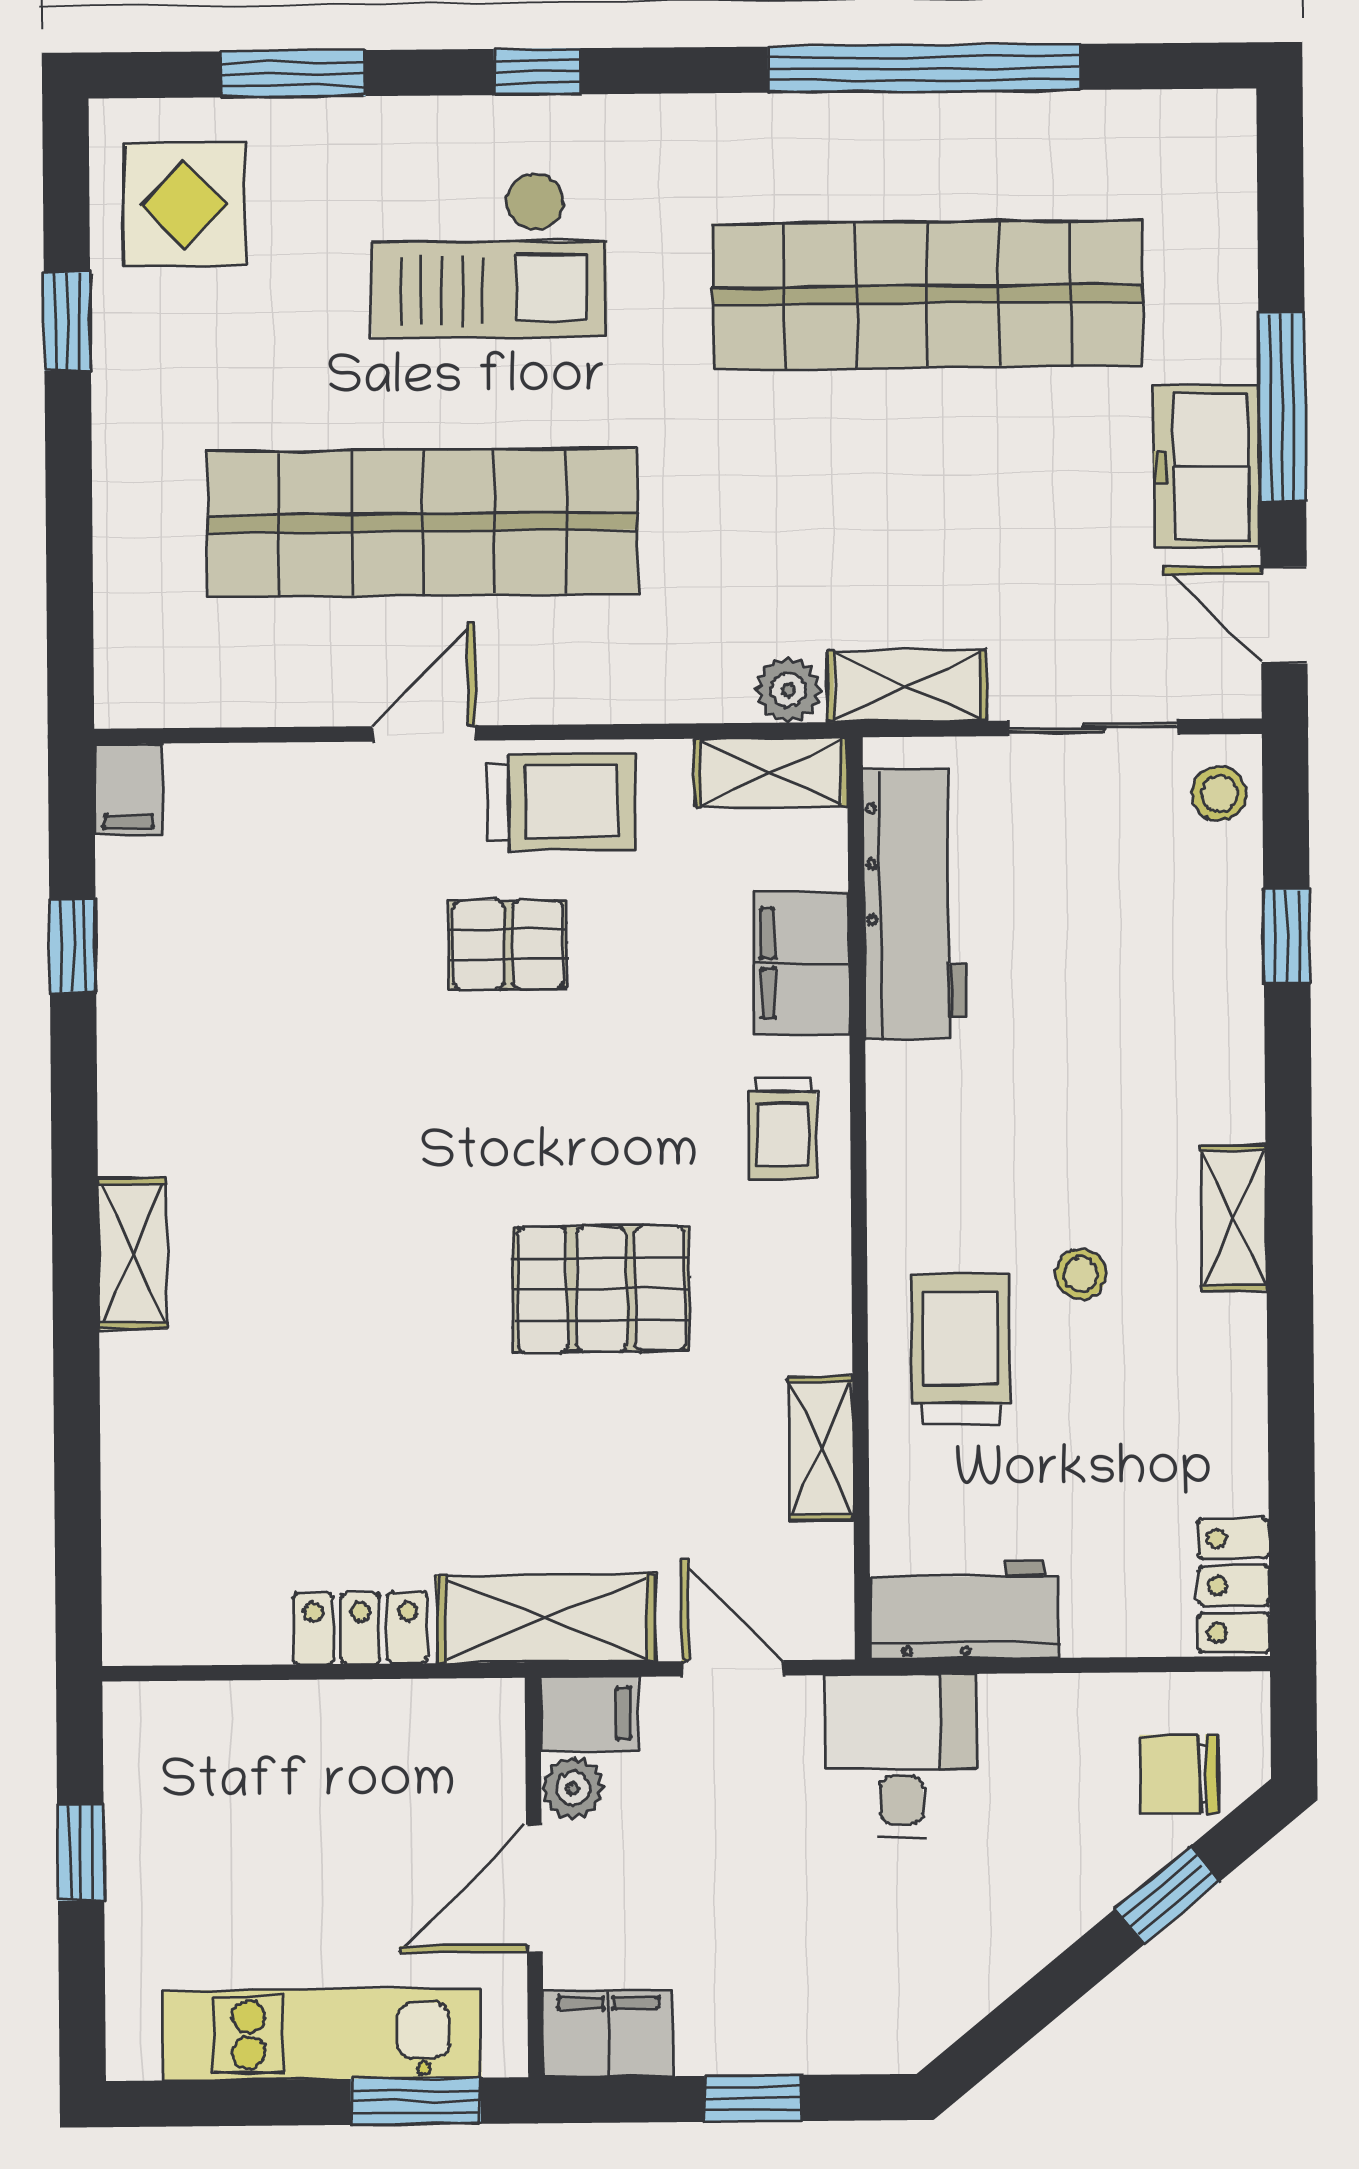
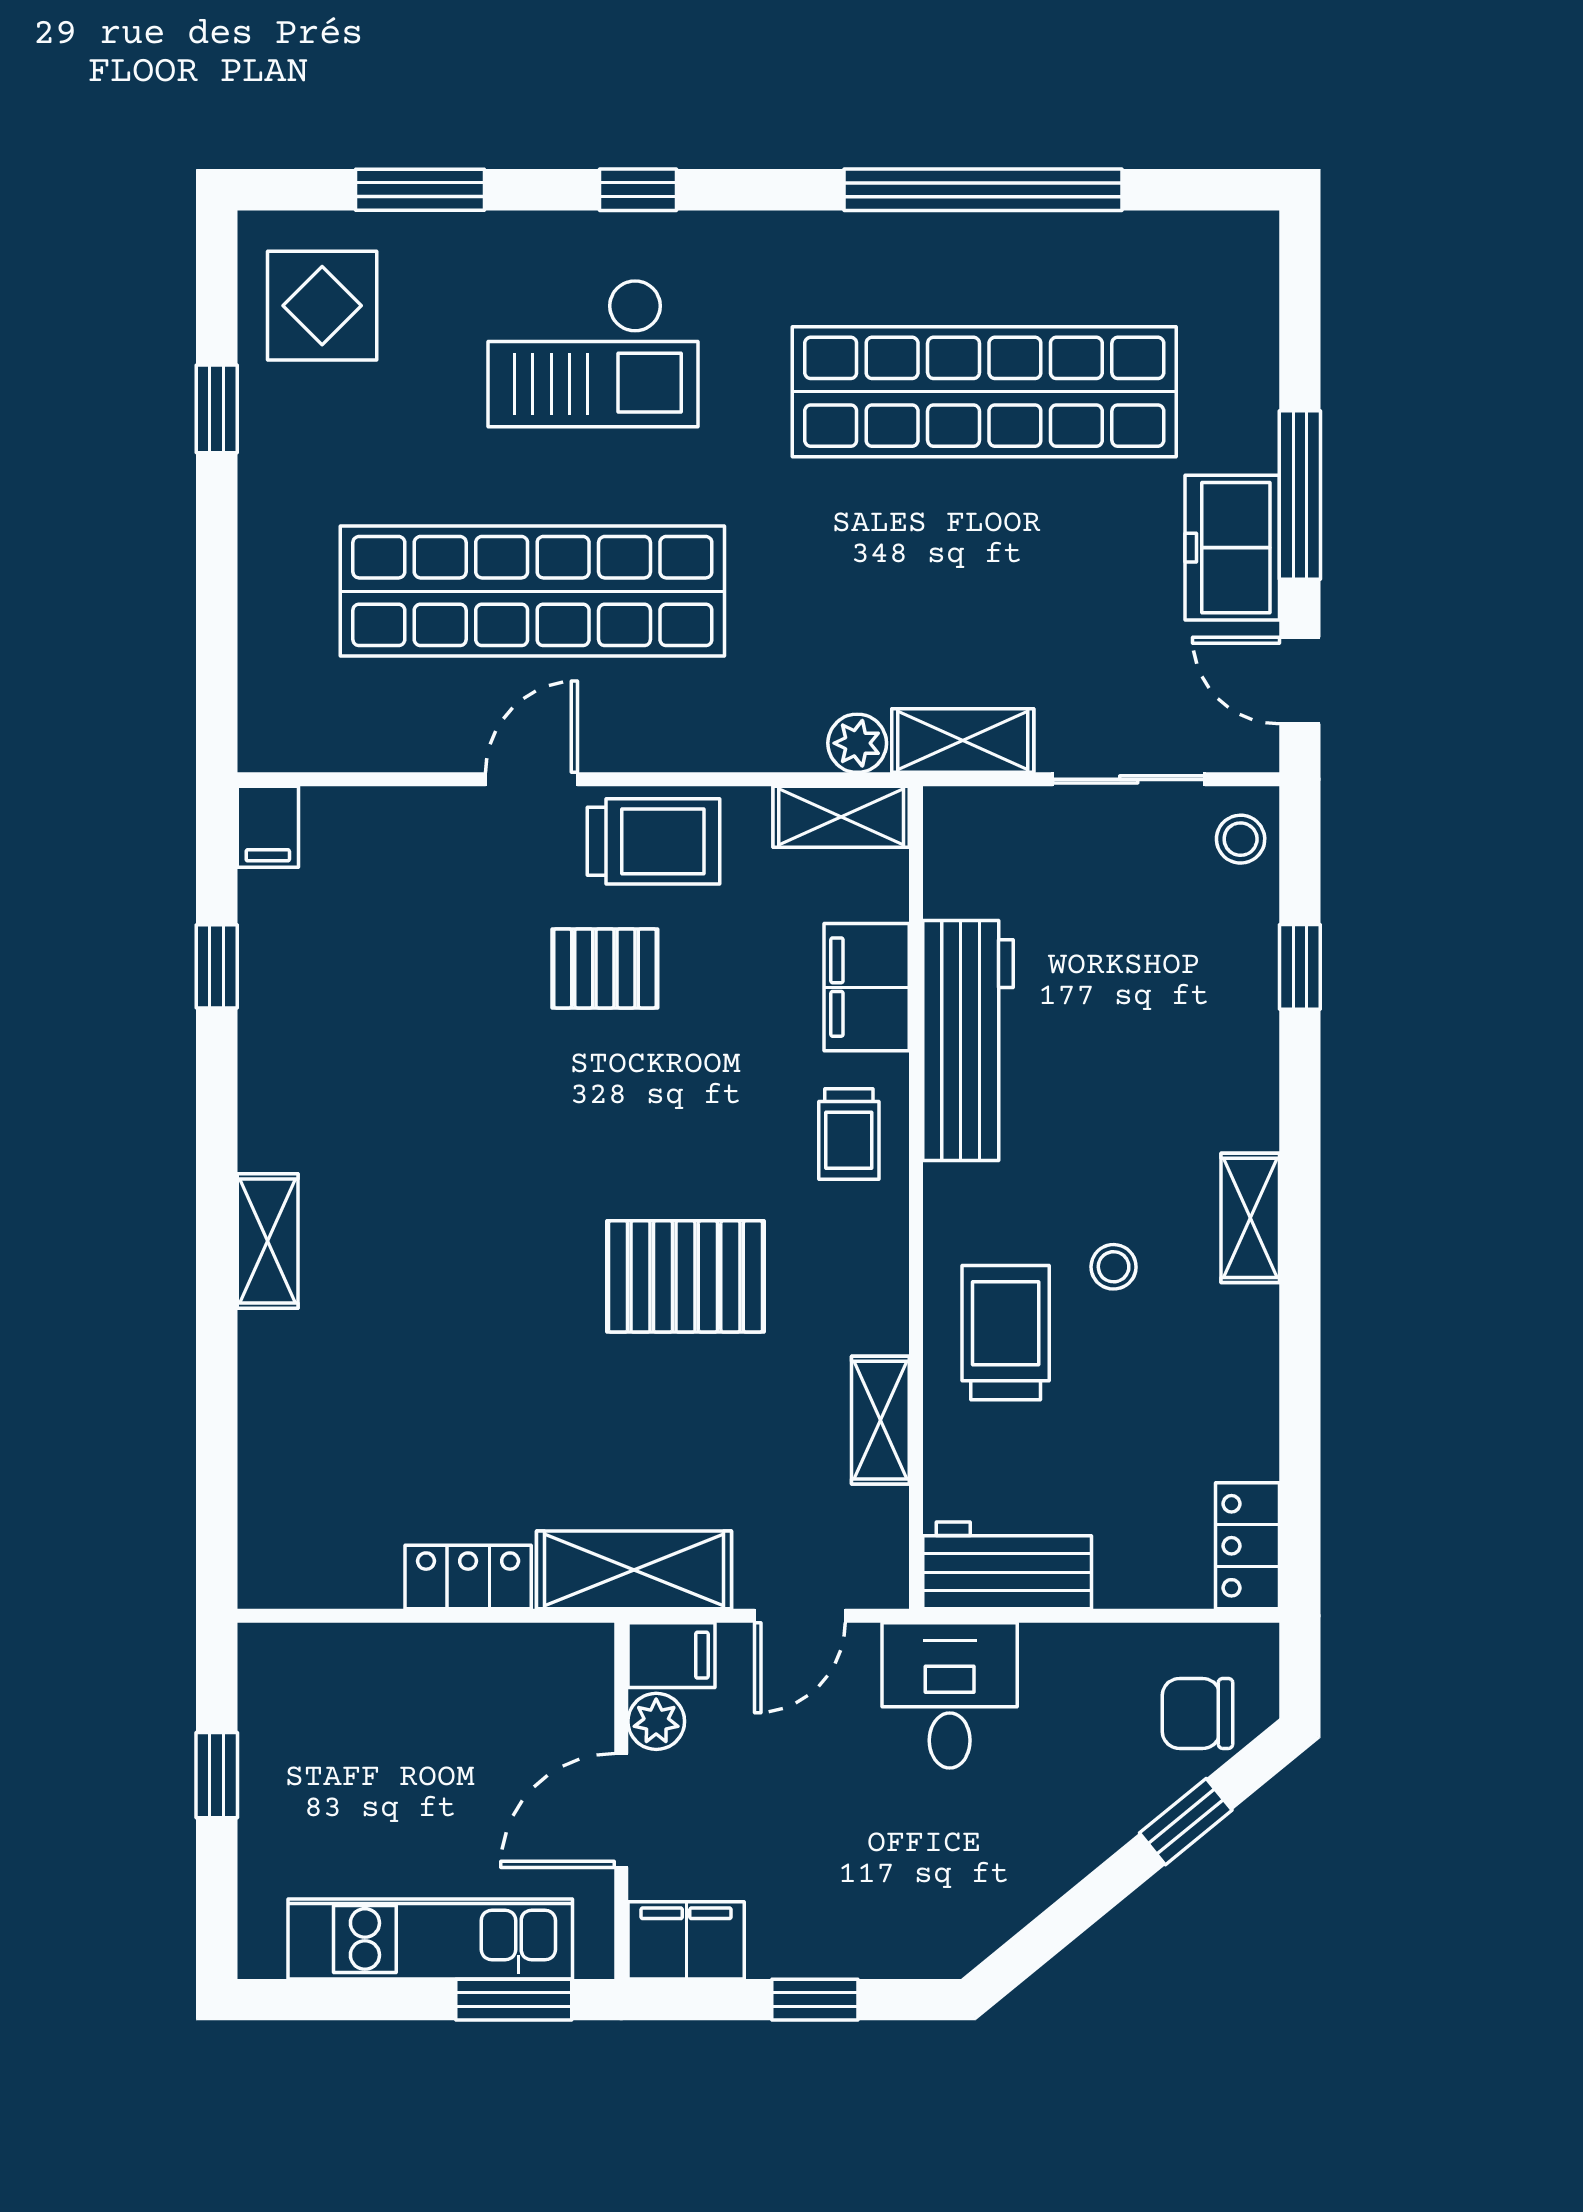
workbench: (915, 904) -> (968, 1041), moved
door: (733, 1668) -> (800, 1616), swing flipped

